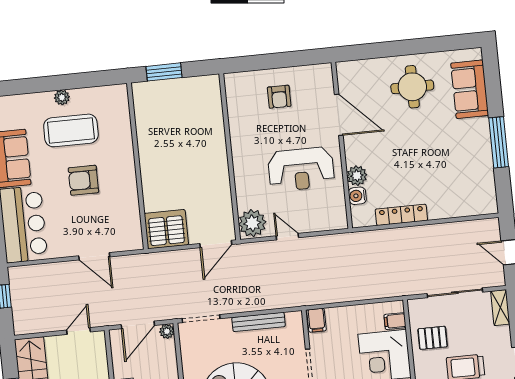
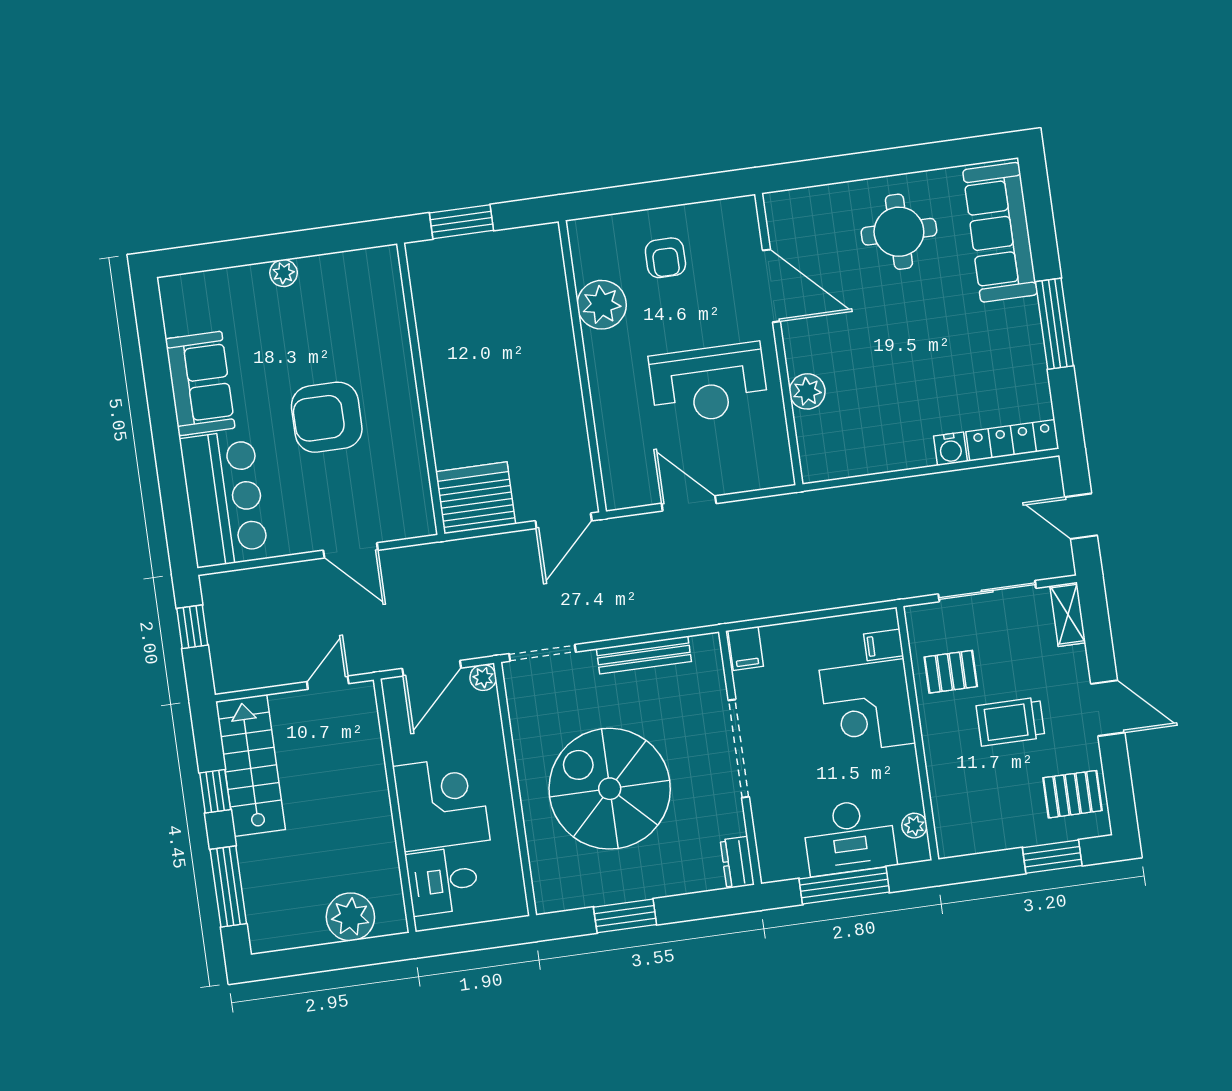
sofa: (470, 89) -> (1000, 232), width x1.36
coffee table: (71, 130) -> (302, 331), removed
armchair: (83, 180) -> (327, 417), width x1.36, depth x1.36
water cooler: (357, 196) -> (951, 449), moved, turned -90
locker: (401, 215) -> (1012, 440), moved
plant: (252, 223) -> (602, 305), moved
door: (287, 237) -> (689, 503), width x1.38

